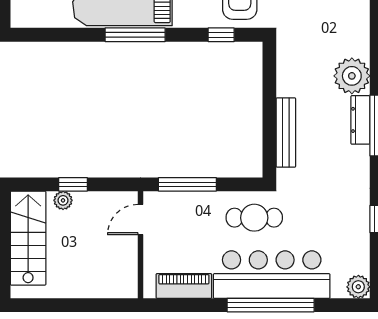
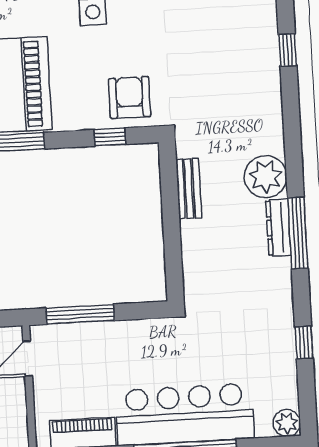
bench: (286, 132) -> (189, 189), moved, width x0.73
cafe table: (254, 218) -> (161, 349), removed

